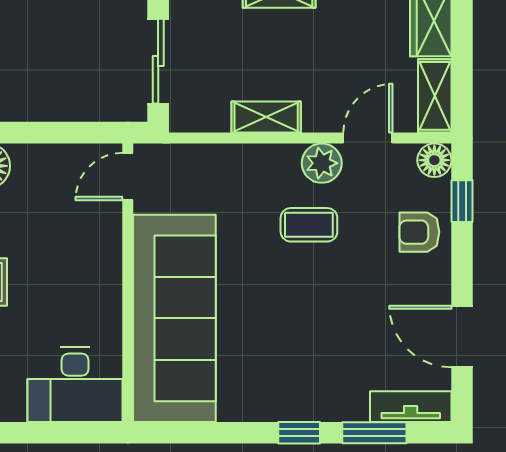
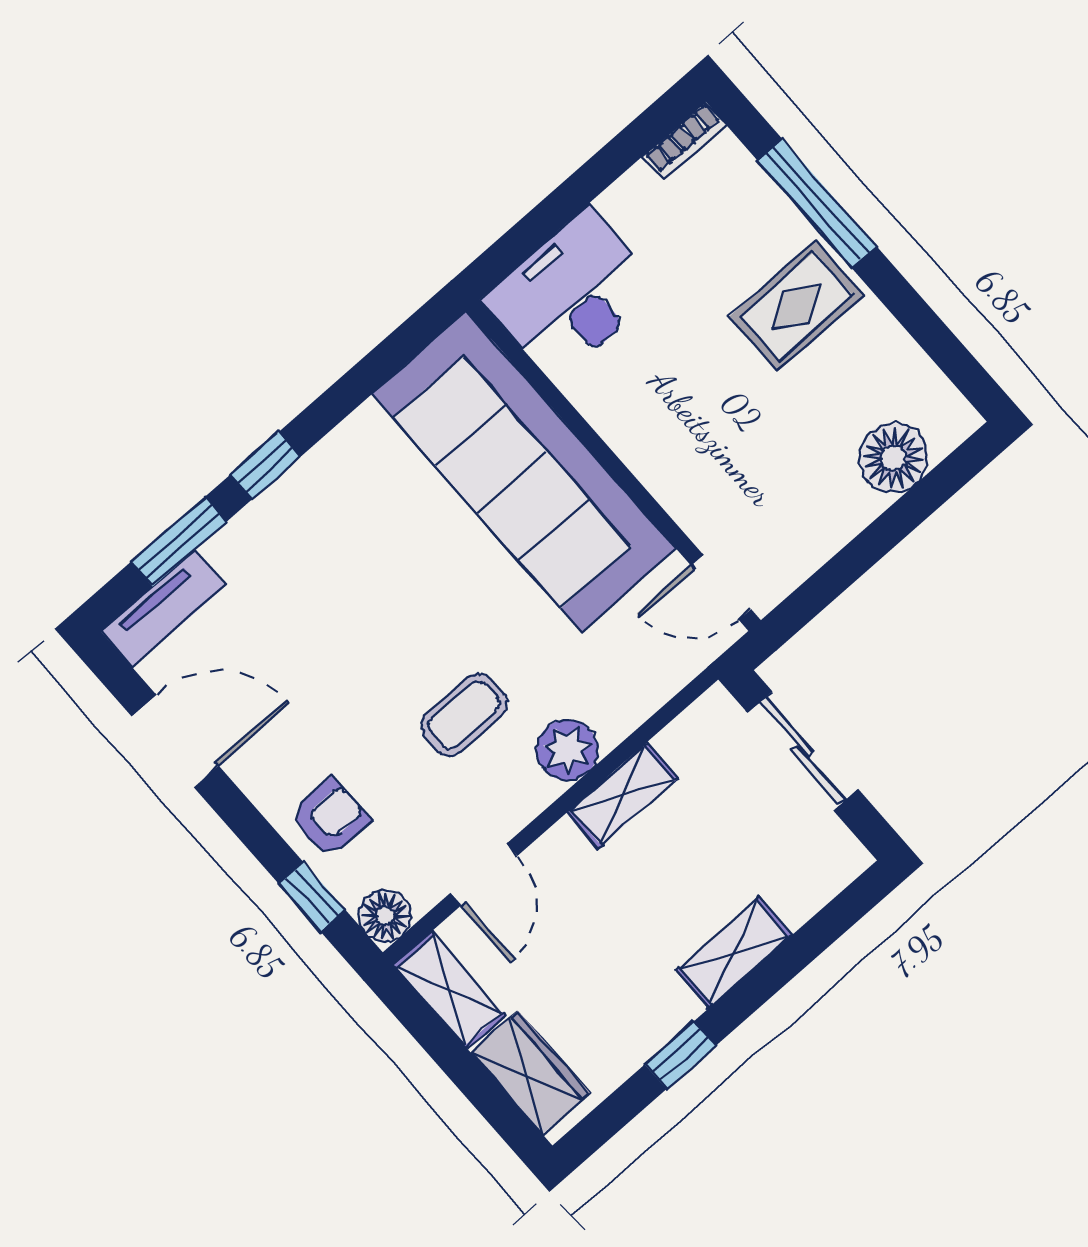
plant: (322, 163) -> (567, 750), moved
door: (128, 177) -> (721, 587), swing flipped

